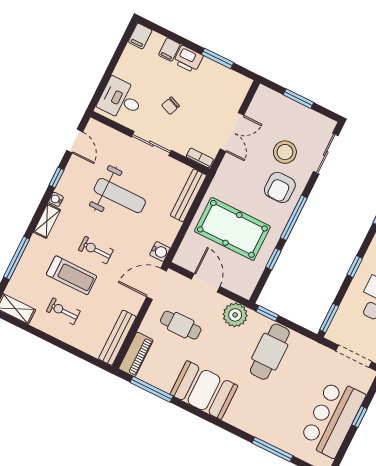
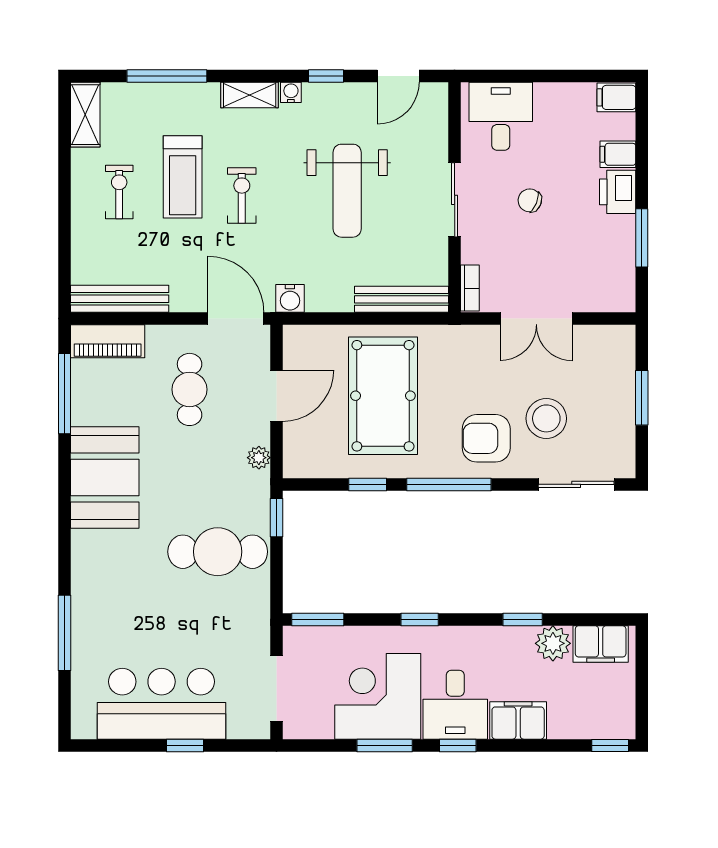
plant: (235, 315) -> (259, 458), width x0.53, depth x0.53

